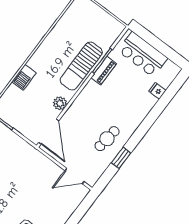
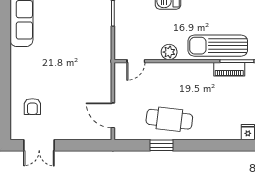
door: (49, 131) -> (136, 61), width x0.53
cafe table: (107, 139) -> (169, 119), width x1.37, depth x1.35

